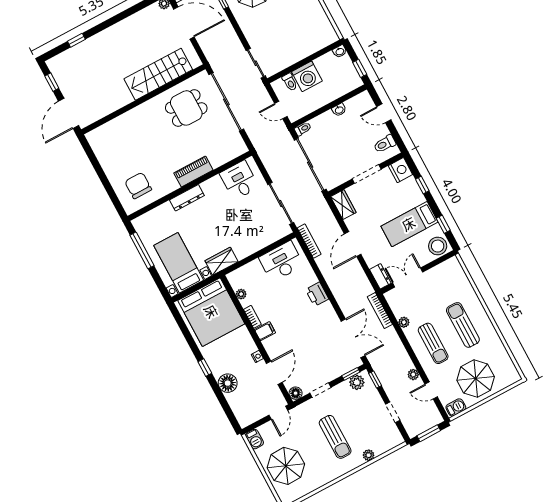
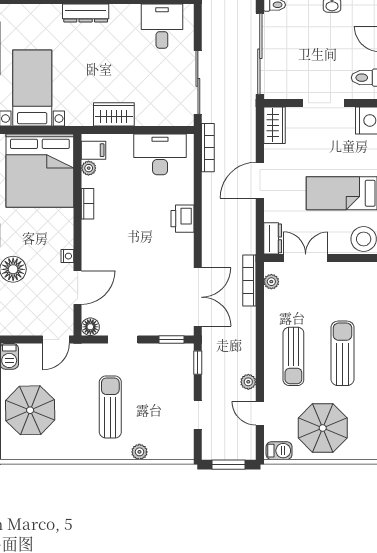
wardrobe: (221, 261) -> (114, 114), moved
plant: (404, 322) -> (271, 282), moved
filing cabinet: (265, 331) -> (94, 150), moved
plant: (357, 382) -> (173, 354), removed
sun lounger: (335, 437) -> (110, 407), turned 180

